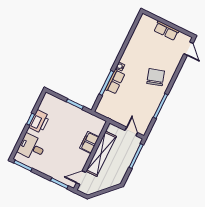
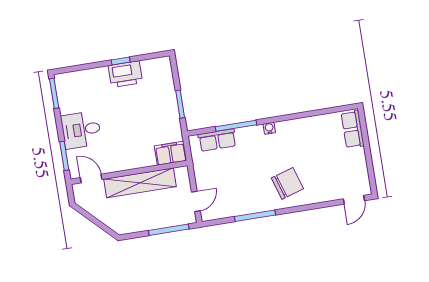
row of seats: (166, 31) -> (353, 129), moved
row of seats: (115, 82) -> (217, 140), moved
filing cabinet: (89, 142) -> (171, 153), moved
desk: (32, 147) -> (81, 130), moved, turned -90

